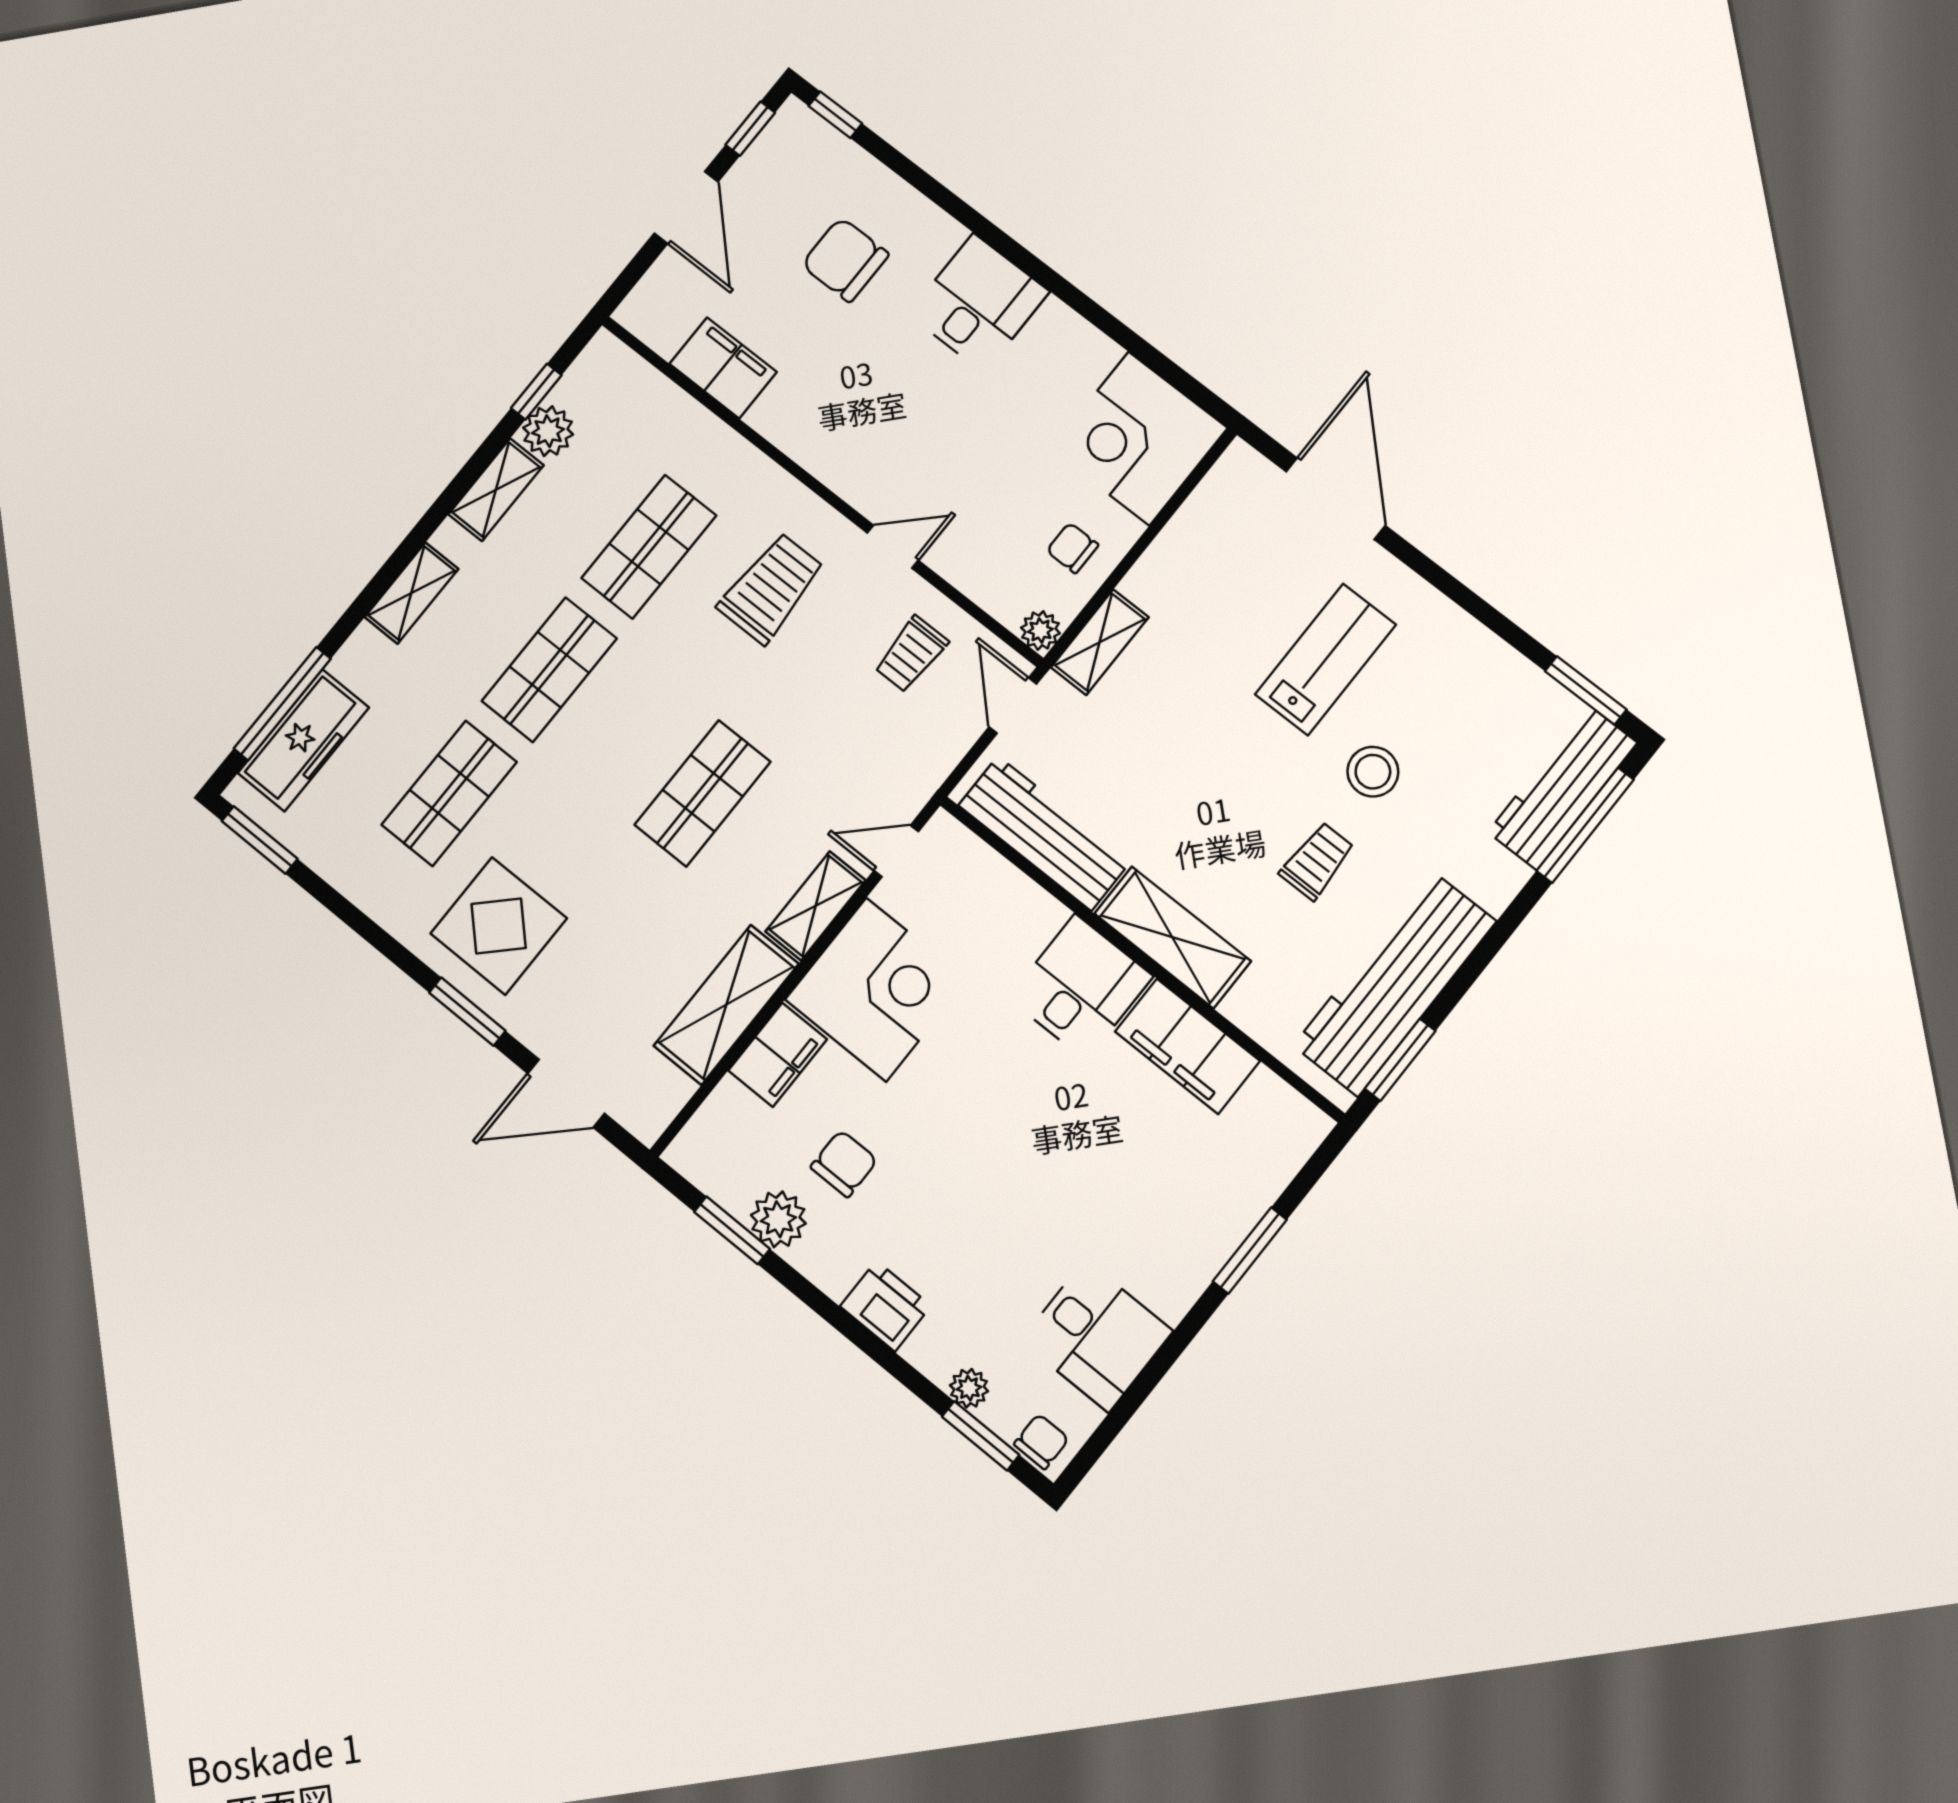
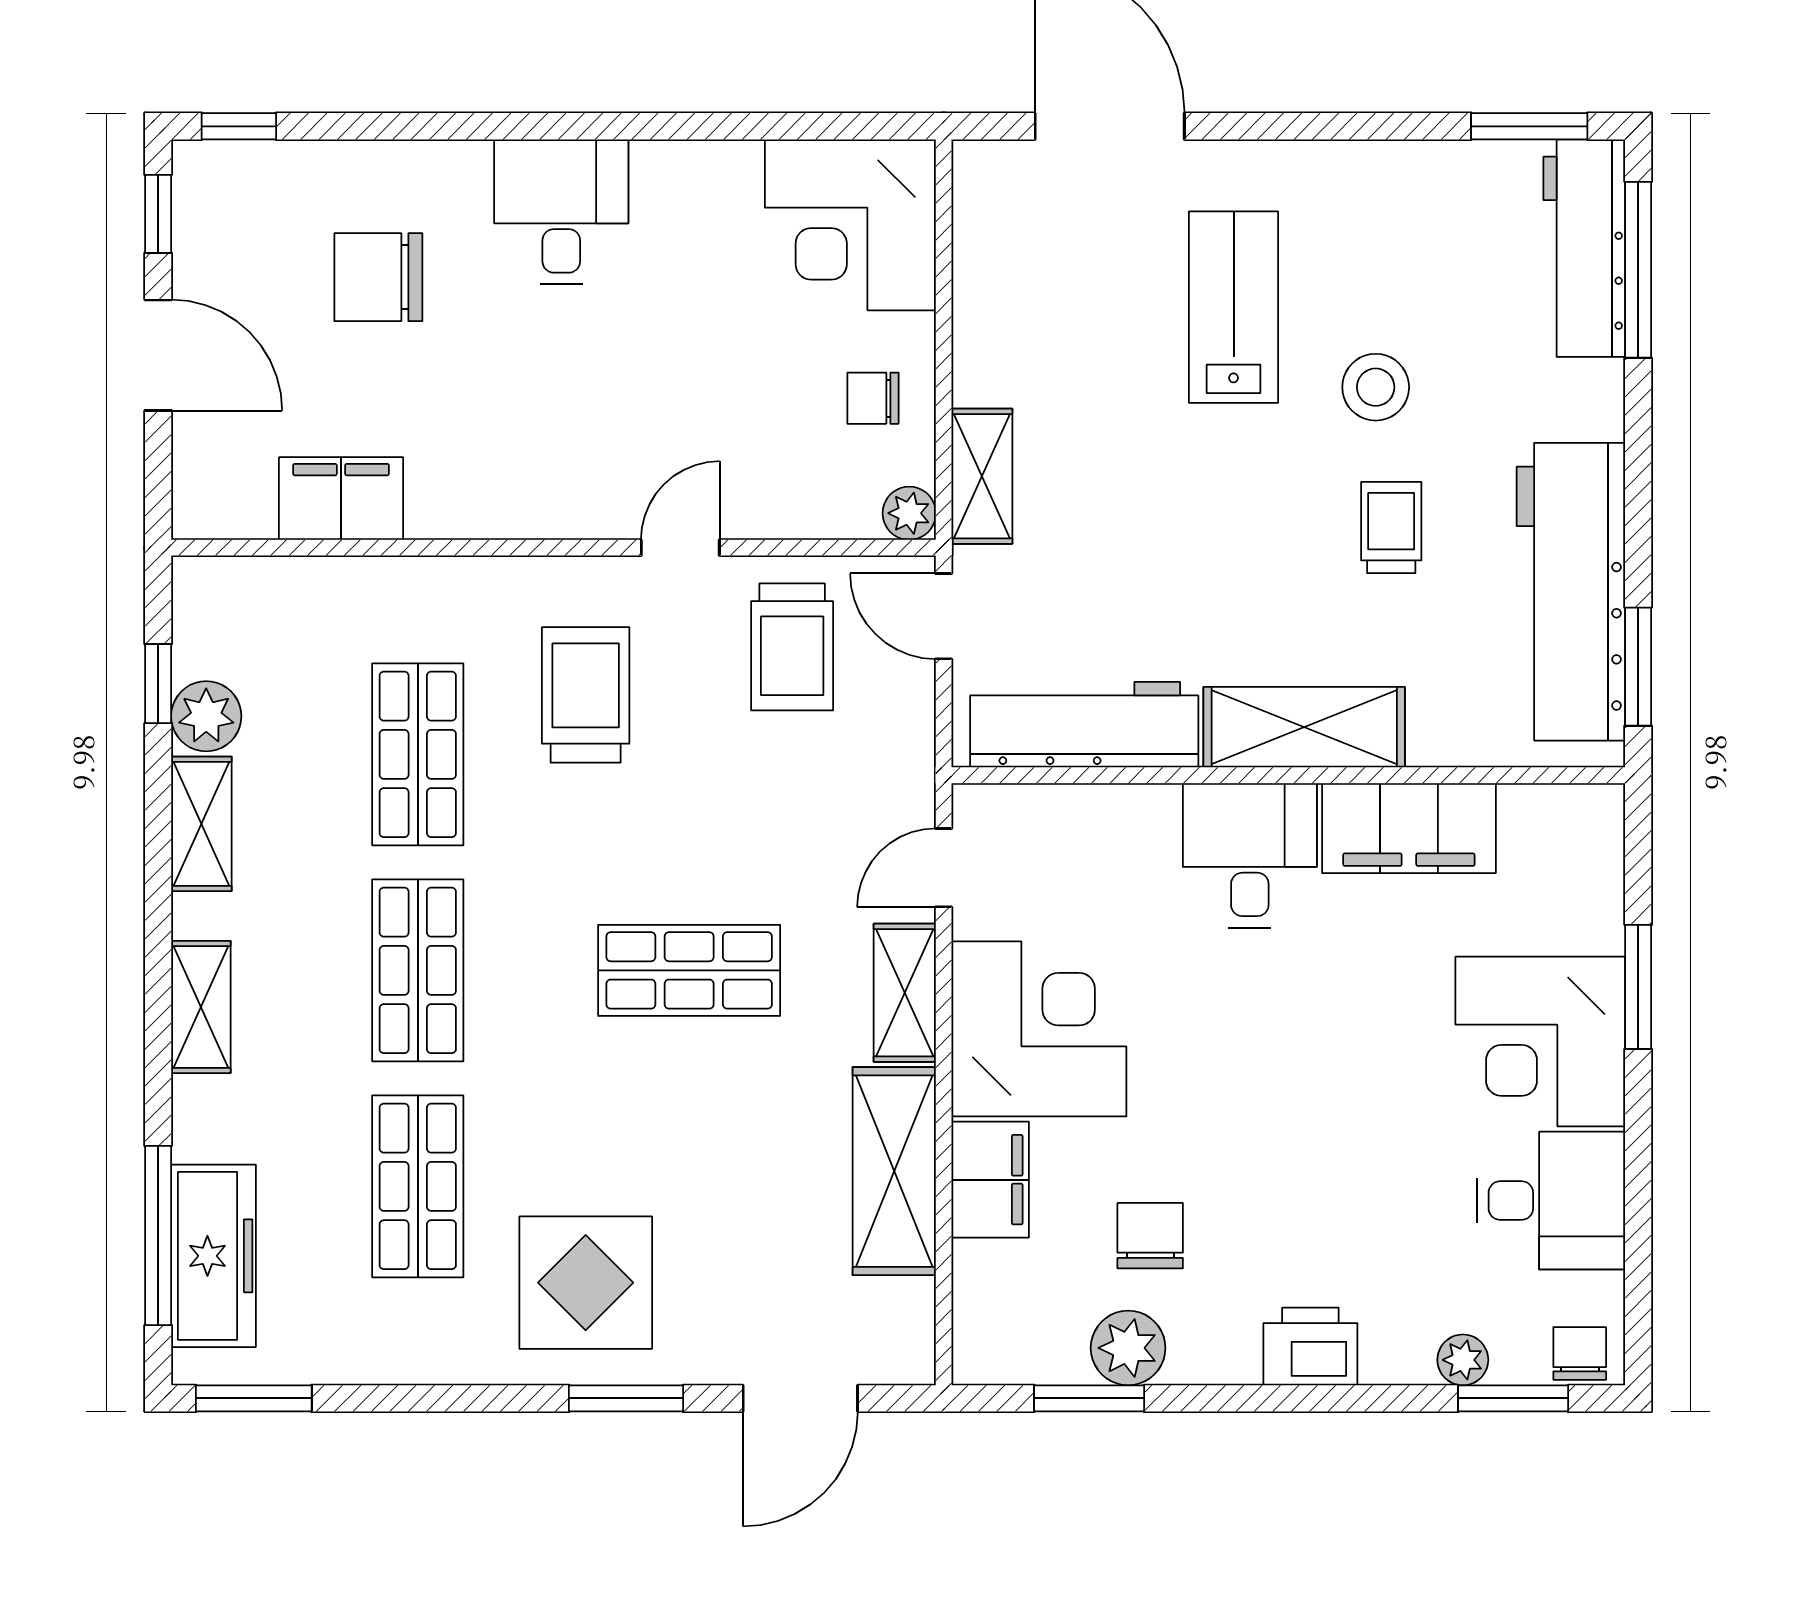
trolley: (911, 654) -> (792, 647), width x1.36, depth x1.39
shop shelf: (703, 793) -> (689, 970), turned 90
corner desk: (1165, 1236) -> (1540, 1042), added

